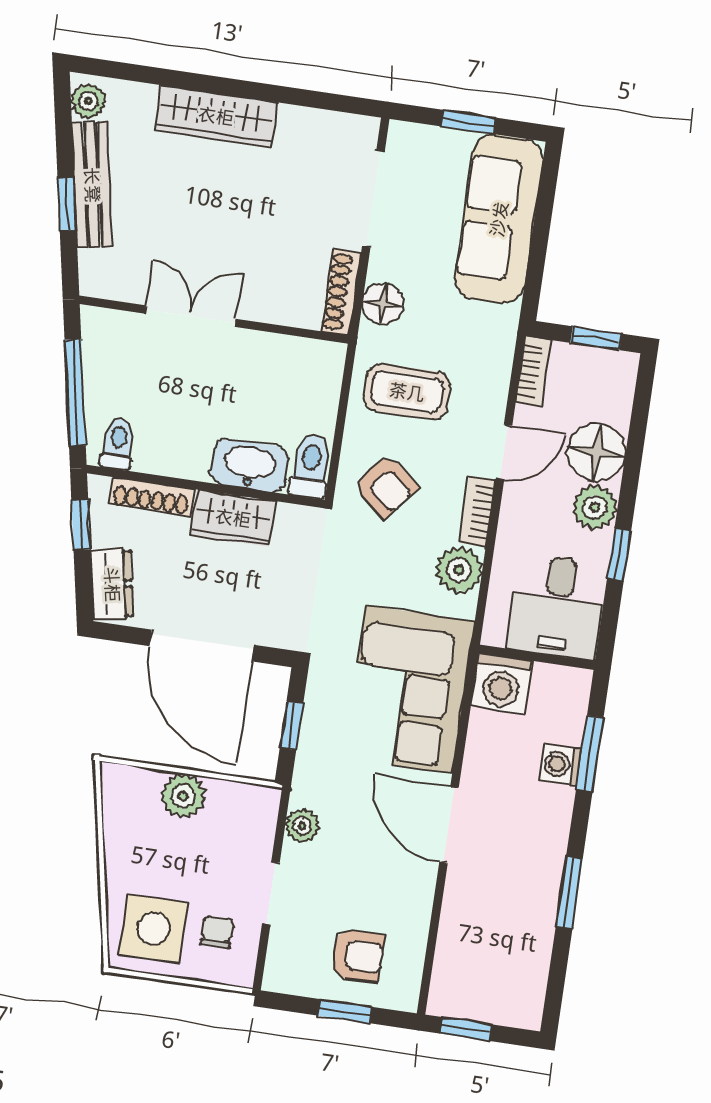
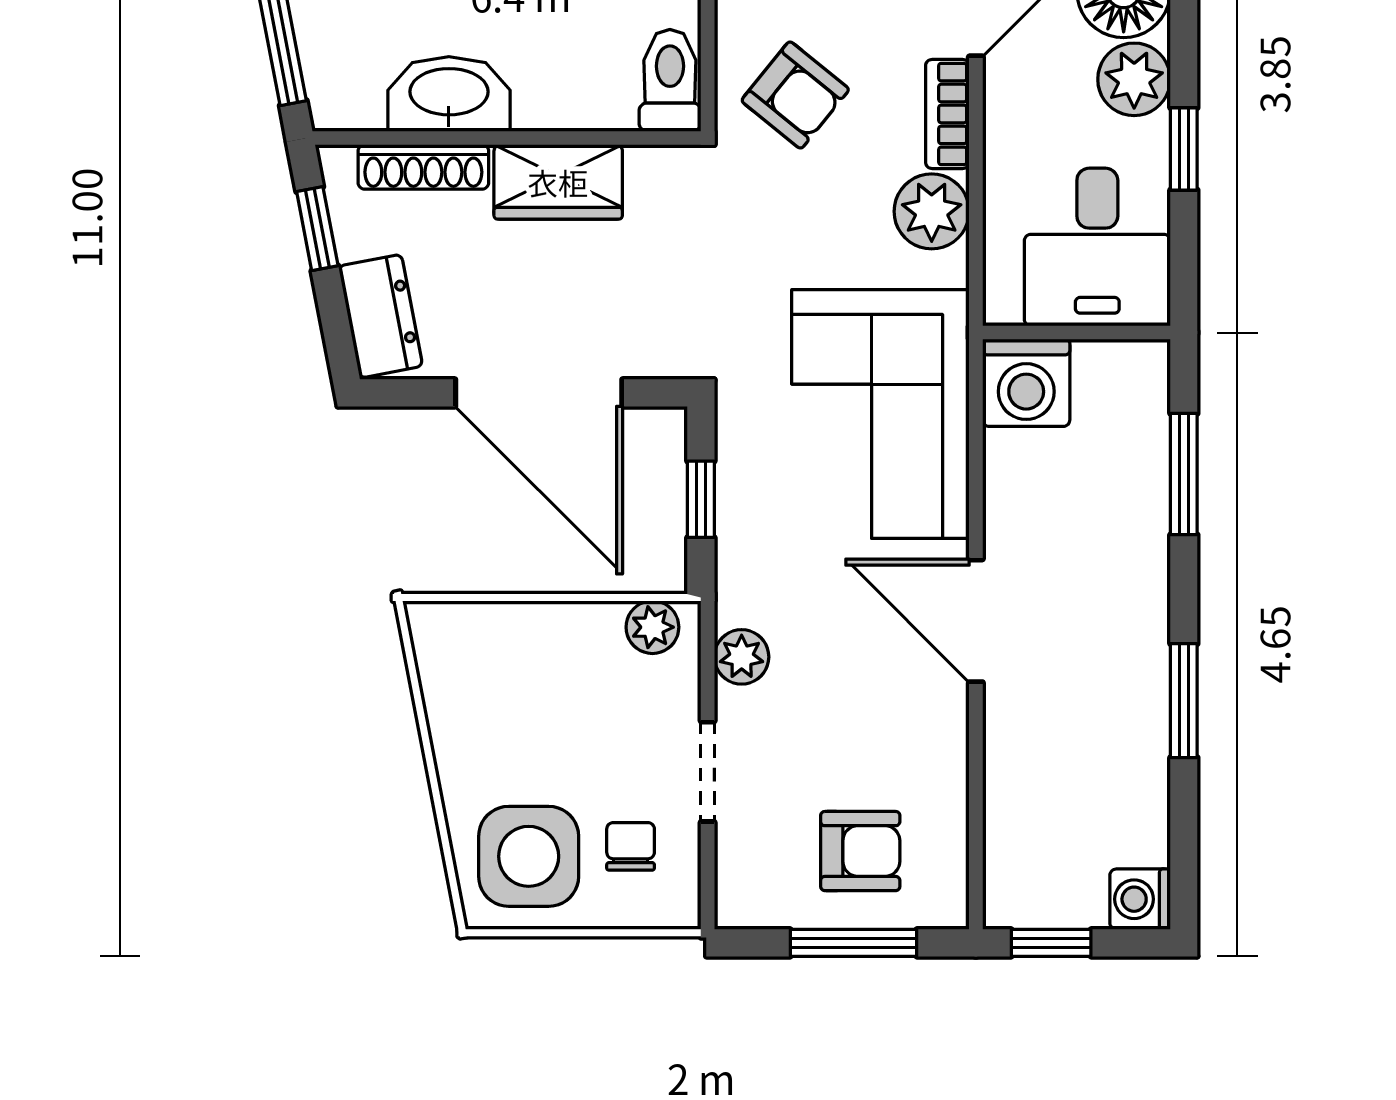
toilet: (118, 444) -> (358, 91), removed
washbasin: (249, 465) -> (449, 94), moved
washing machine: (561, 765) -> (1140, 899), moved
plant: (183, 796) -> (652, 627), moved, width x0.73, depth x0.73
window: (345, 1011) -> (854, 943), width x1.50

